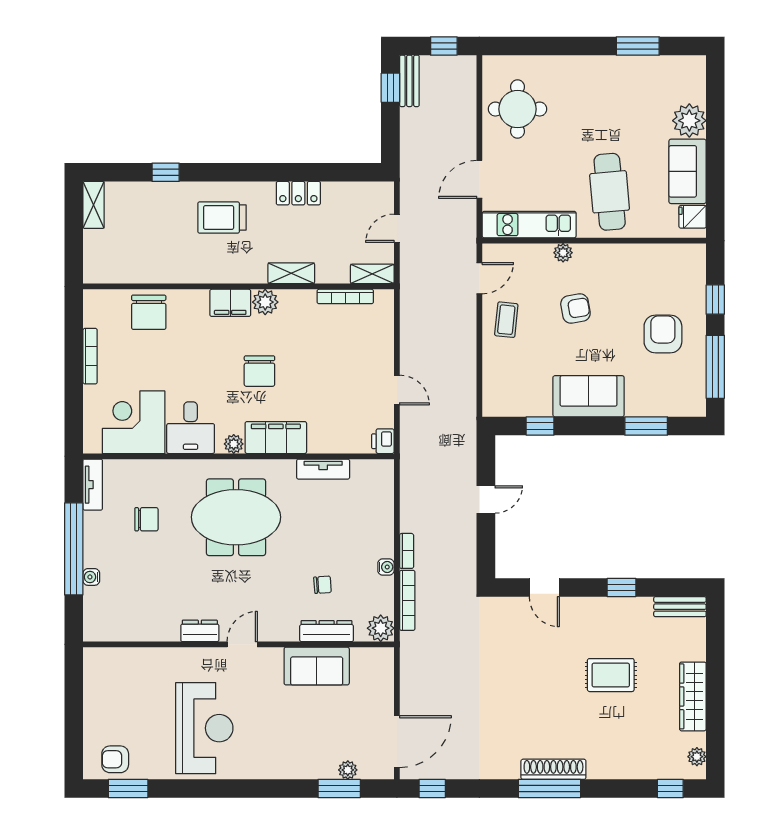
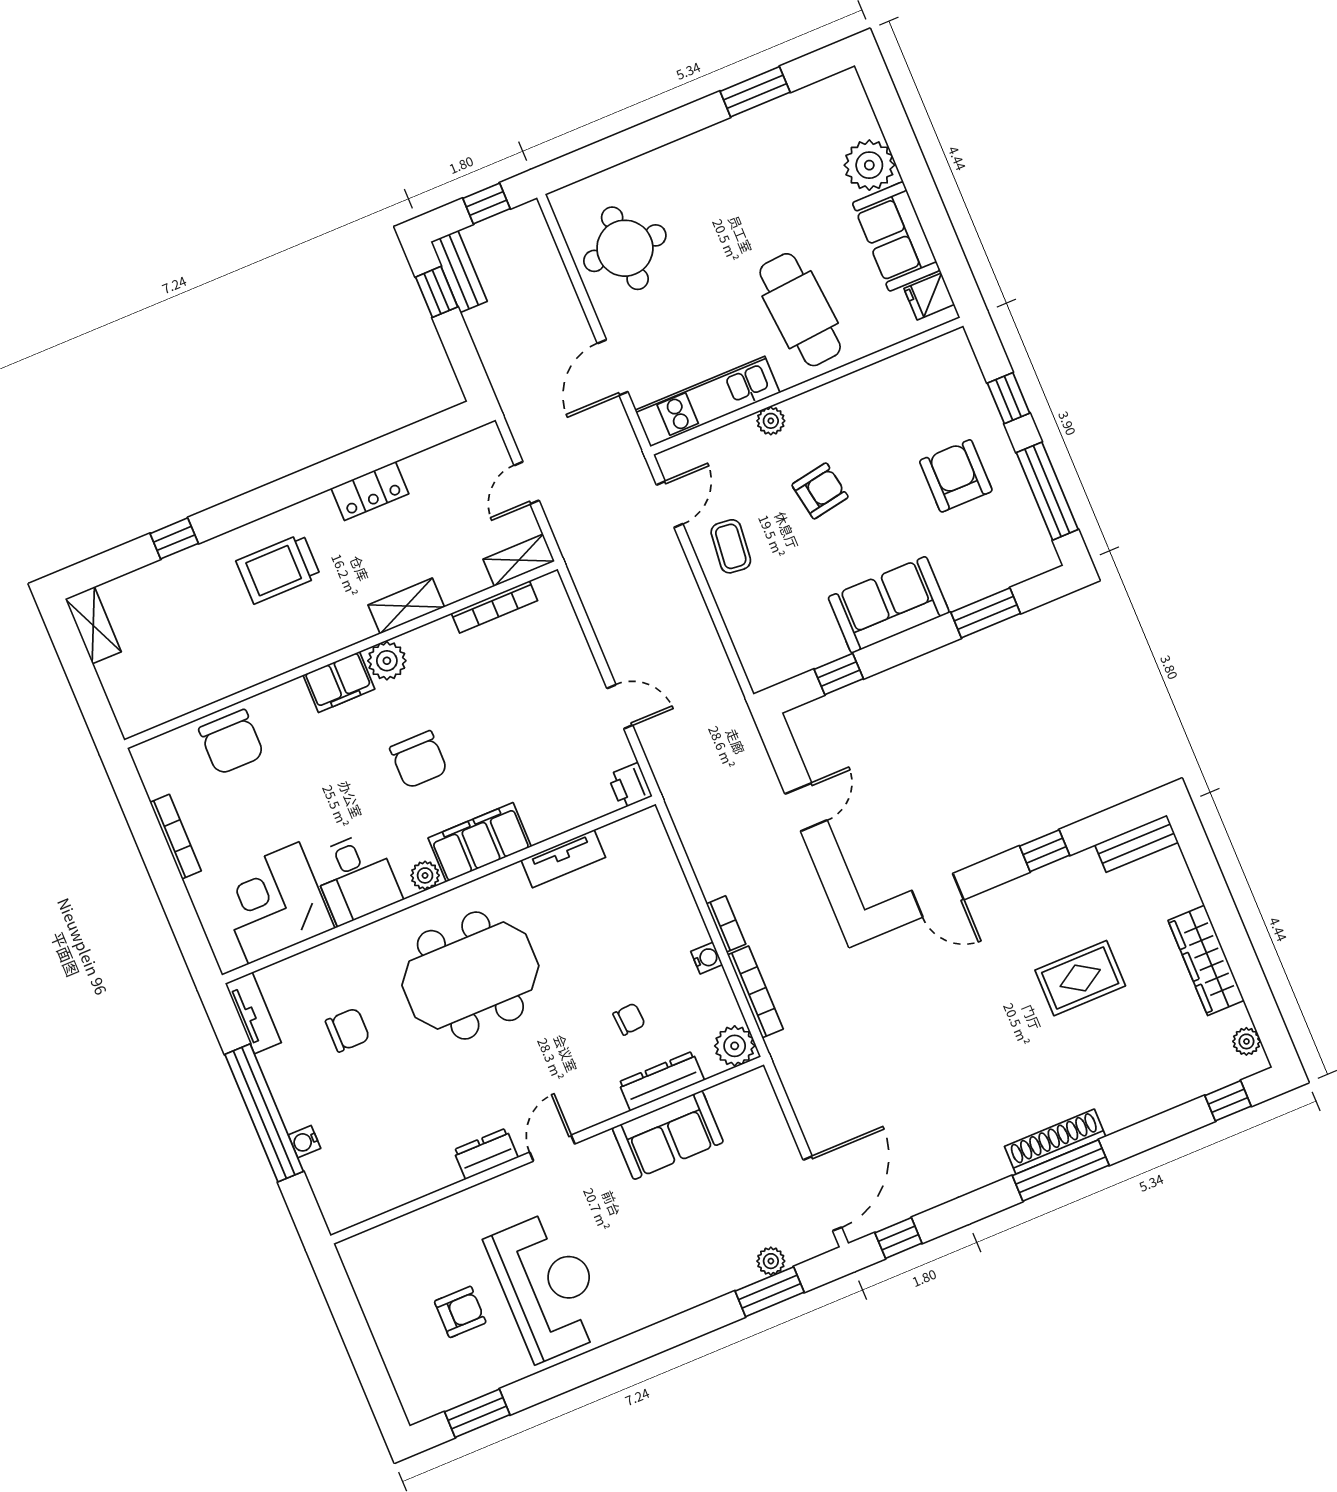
armchair: (115, 759) -> (460, 1312), moved, turned 180

